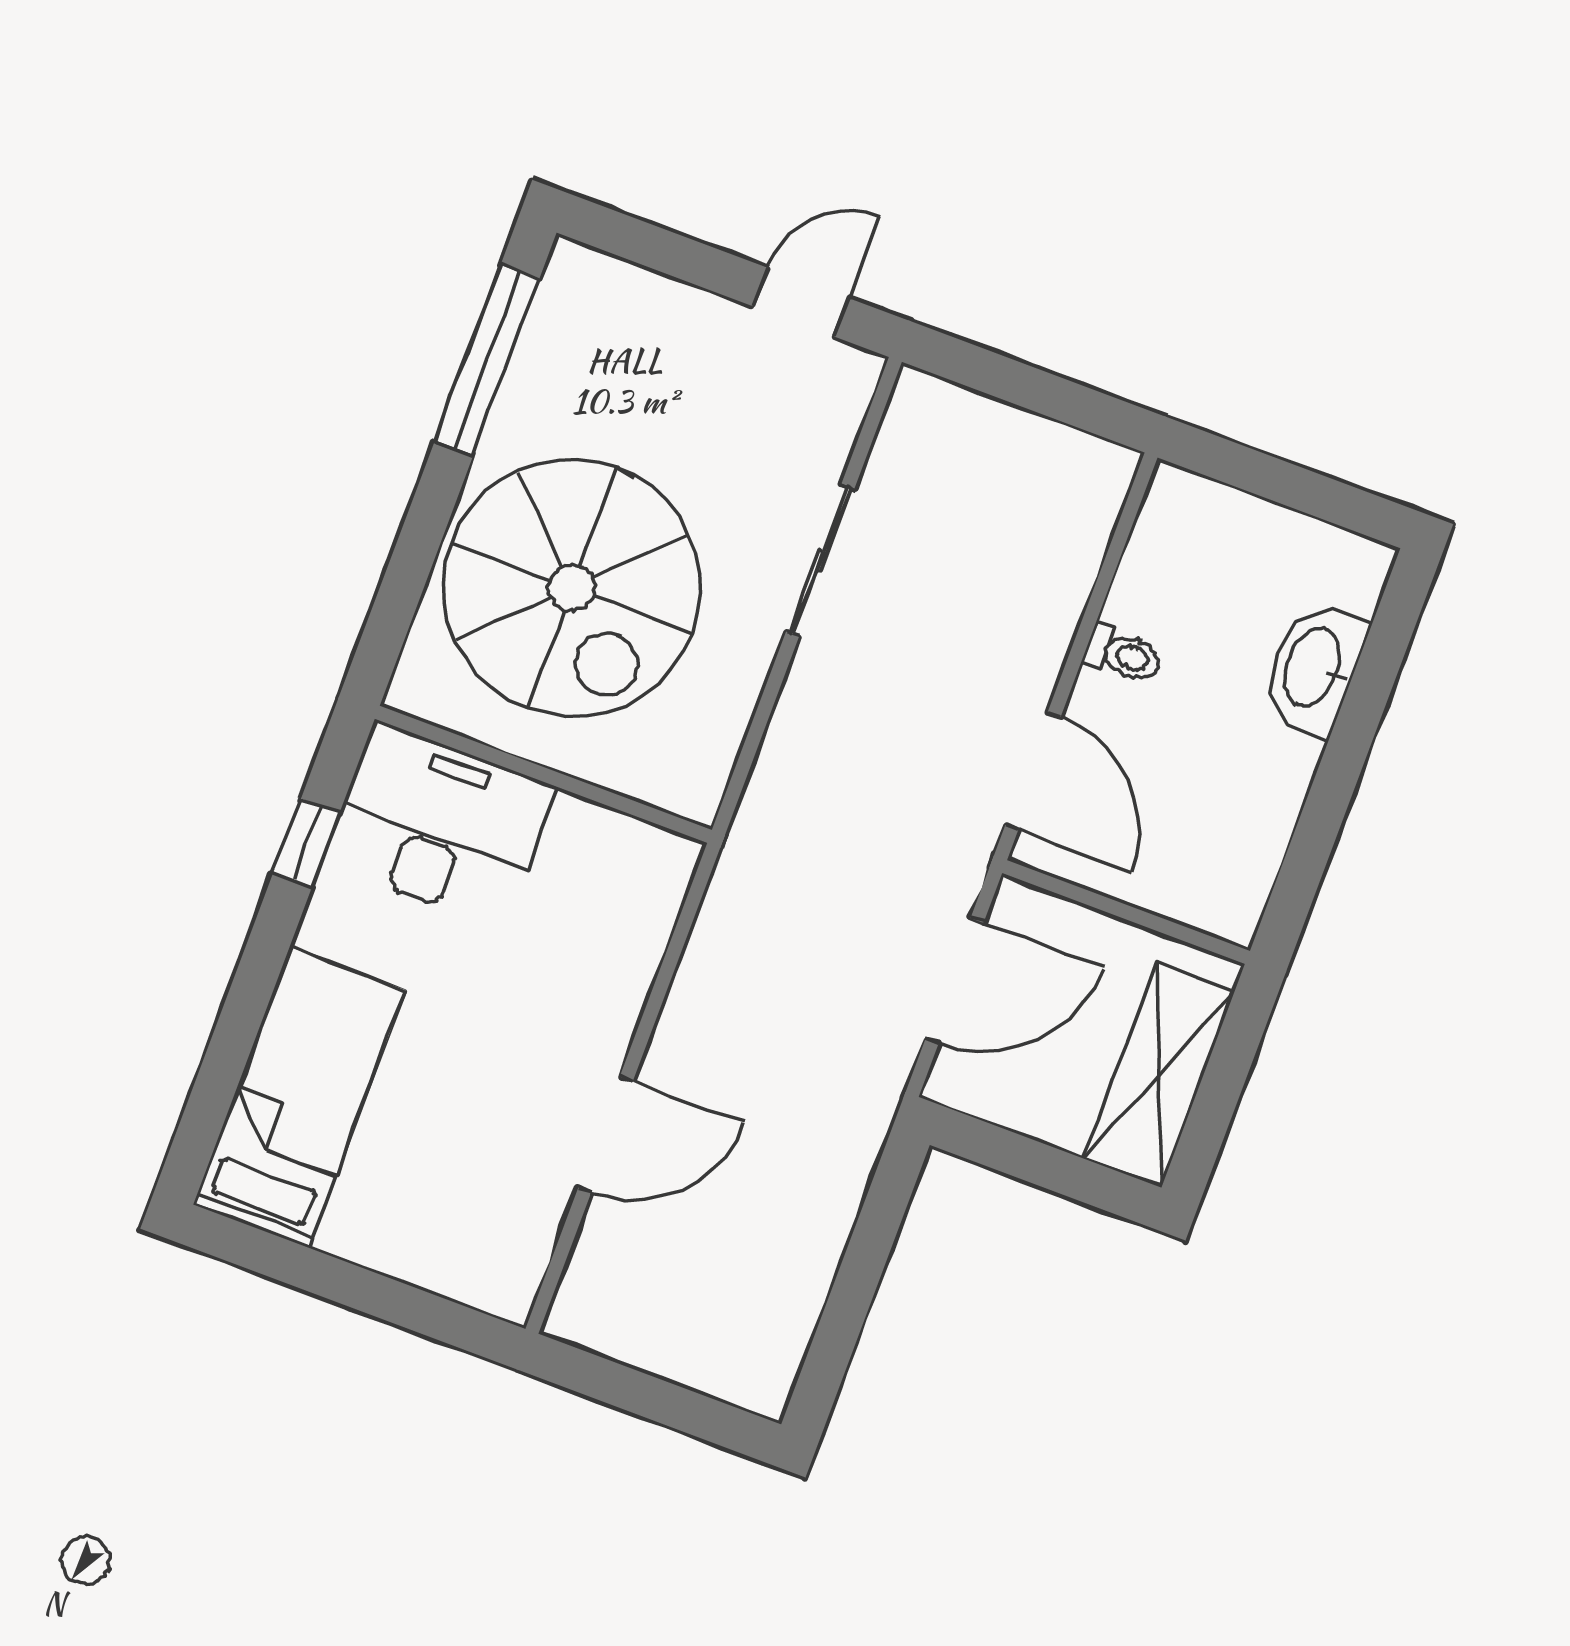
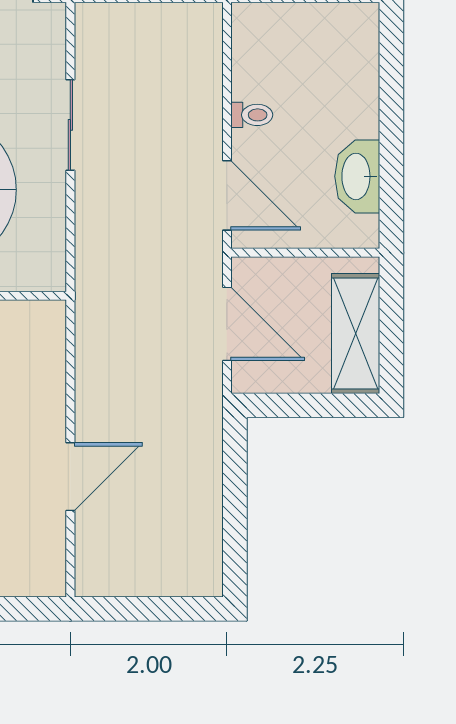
washbasin: (1314, 668) -> (357, 176), moved
door: (955, 981) -> (227, 324), hinge flipped

